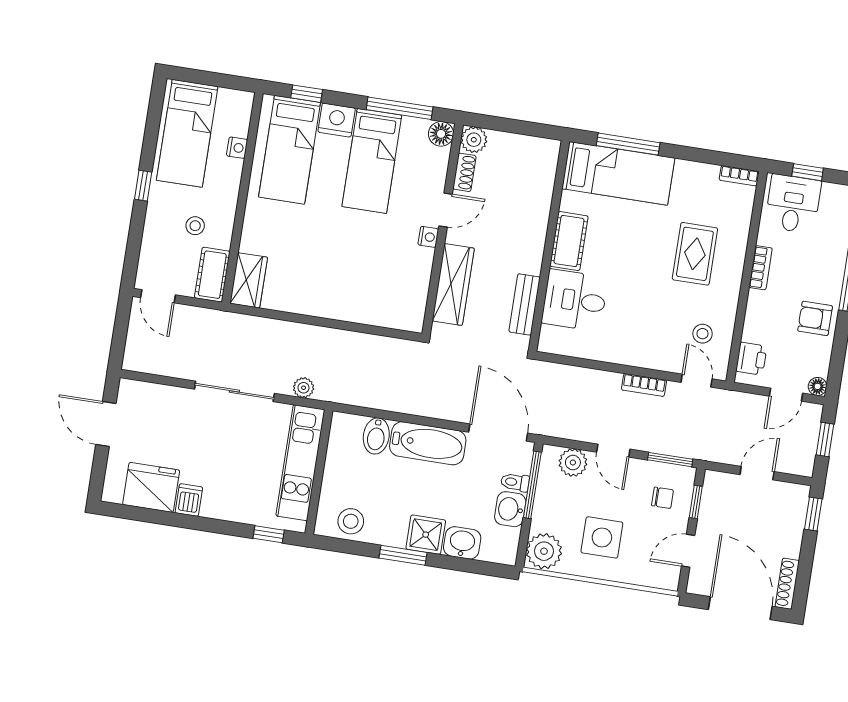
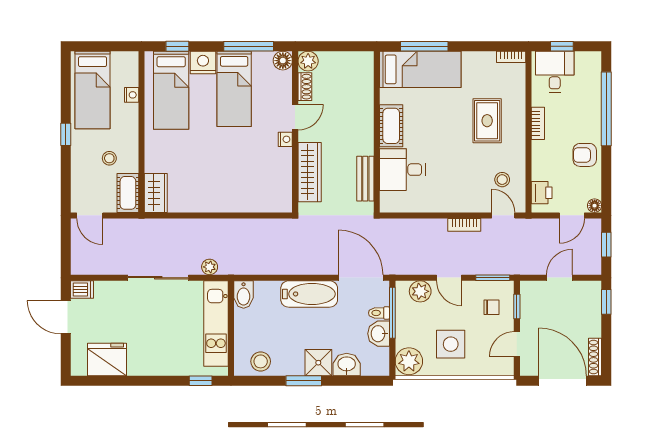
bidet: (376, 436) -> (244, 295), moved
dishwasher: (189, 500) -> (82, 289), moved, turned 90

